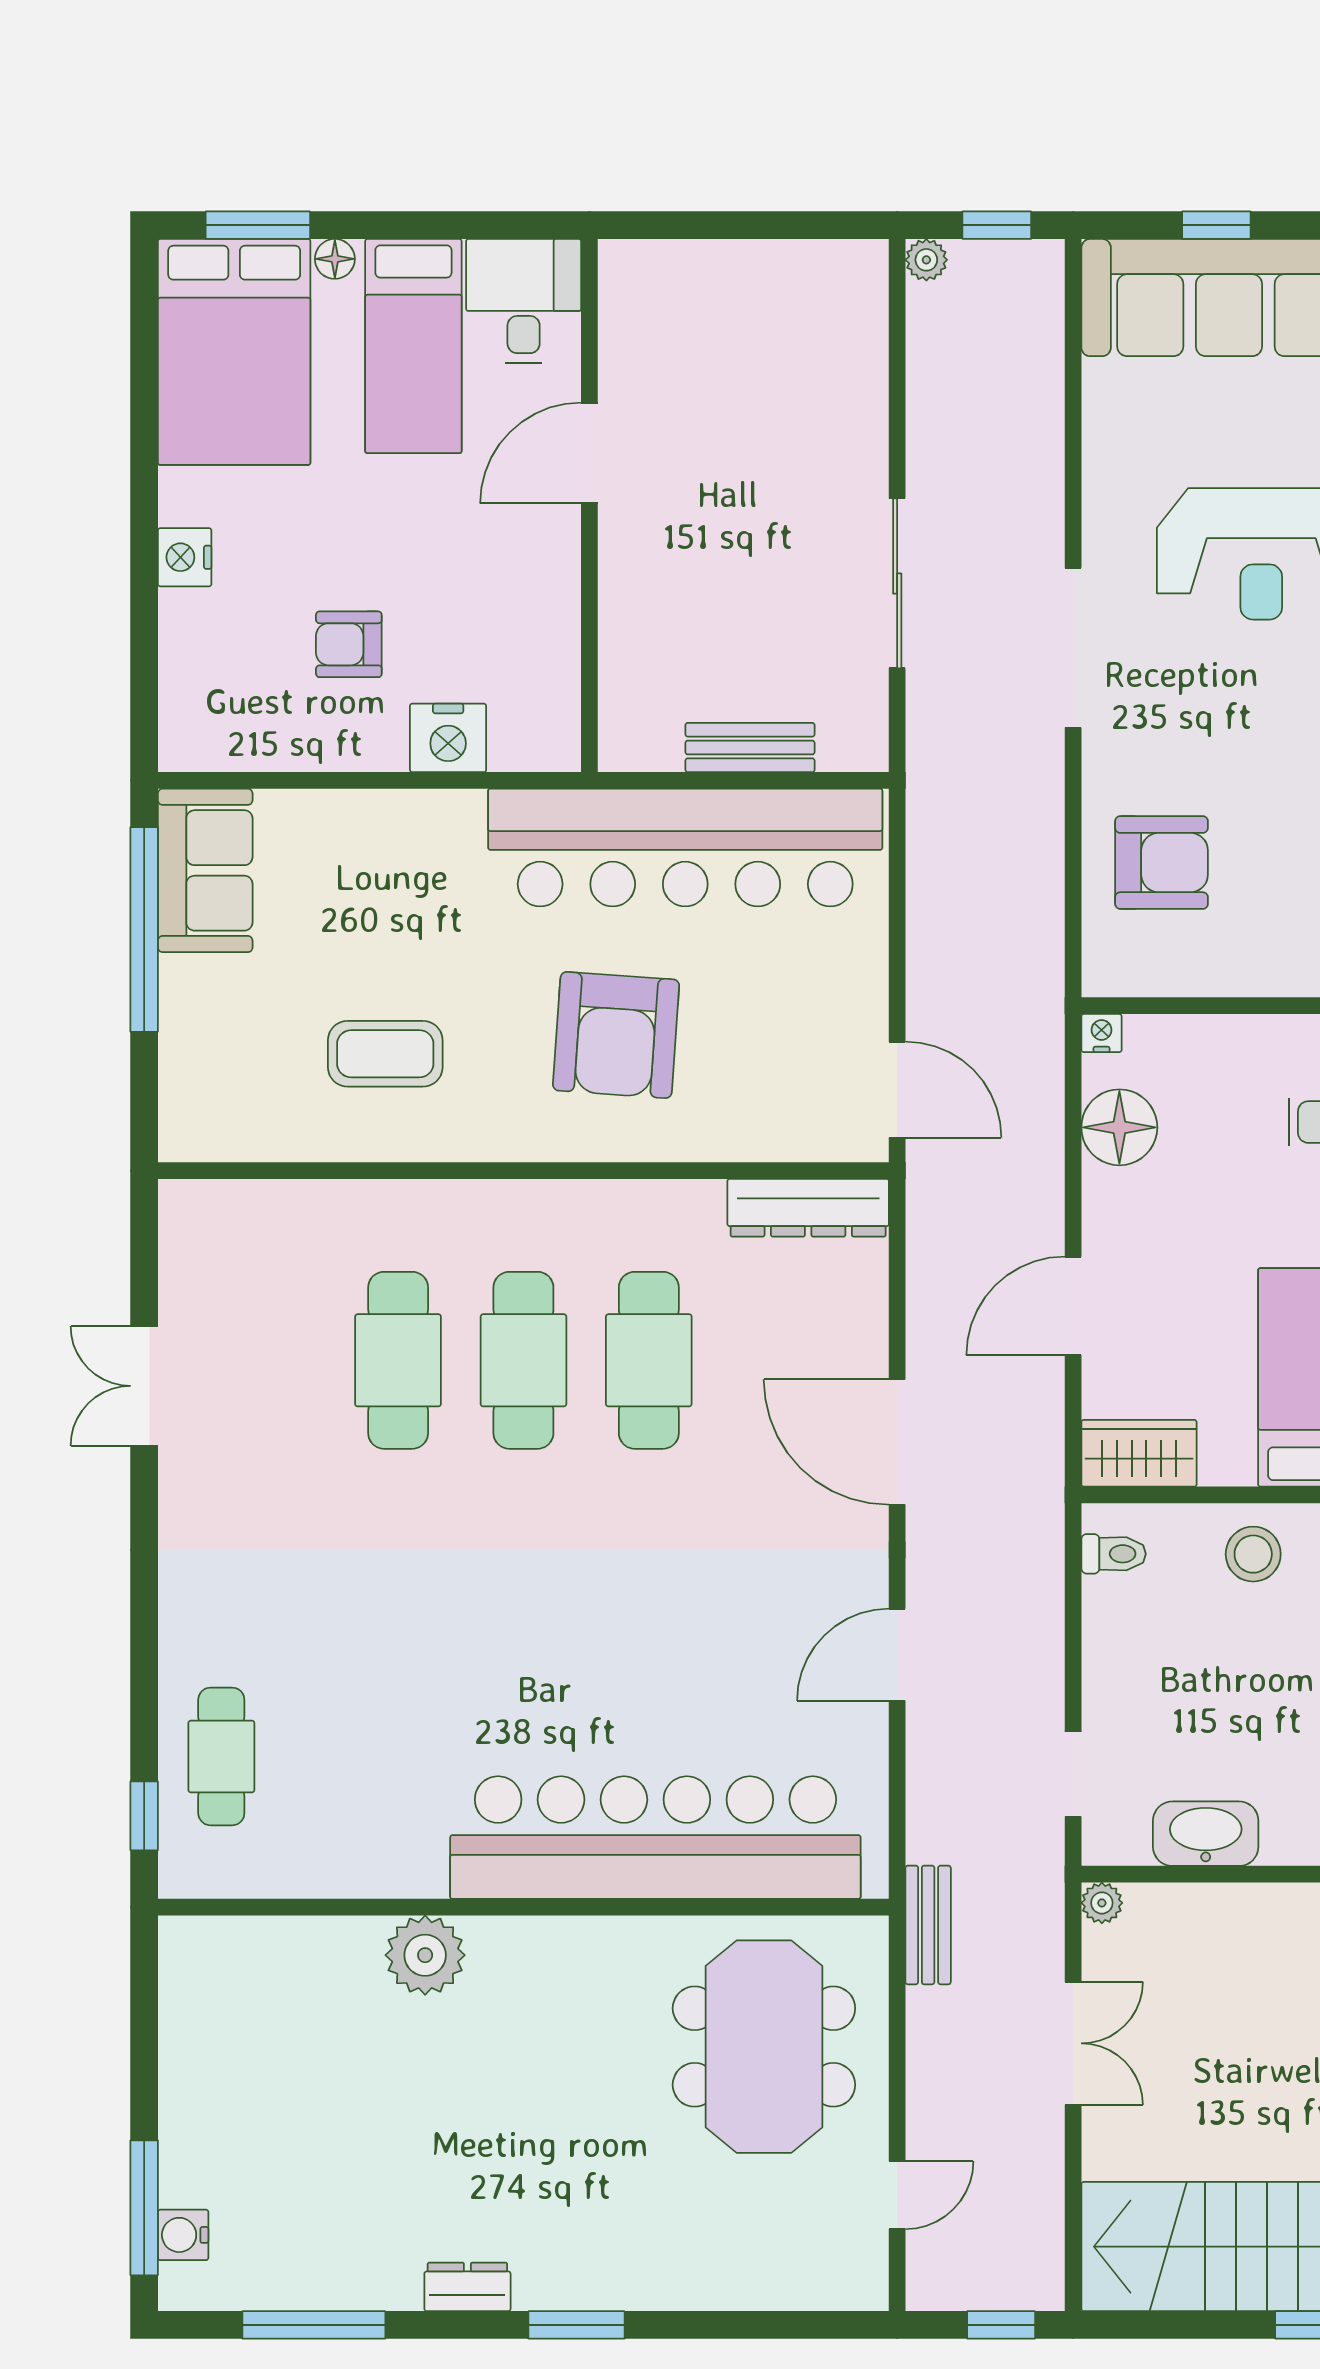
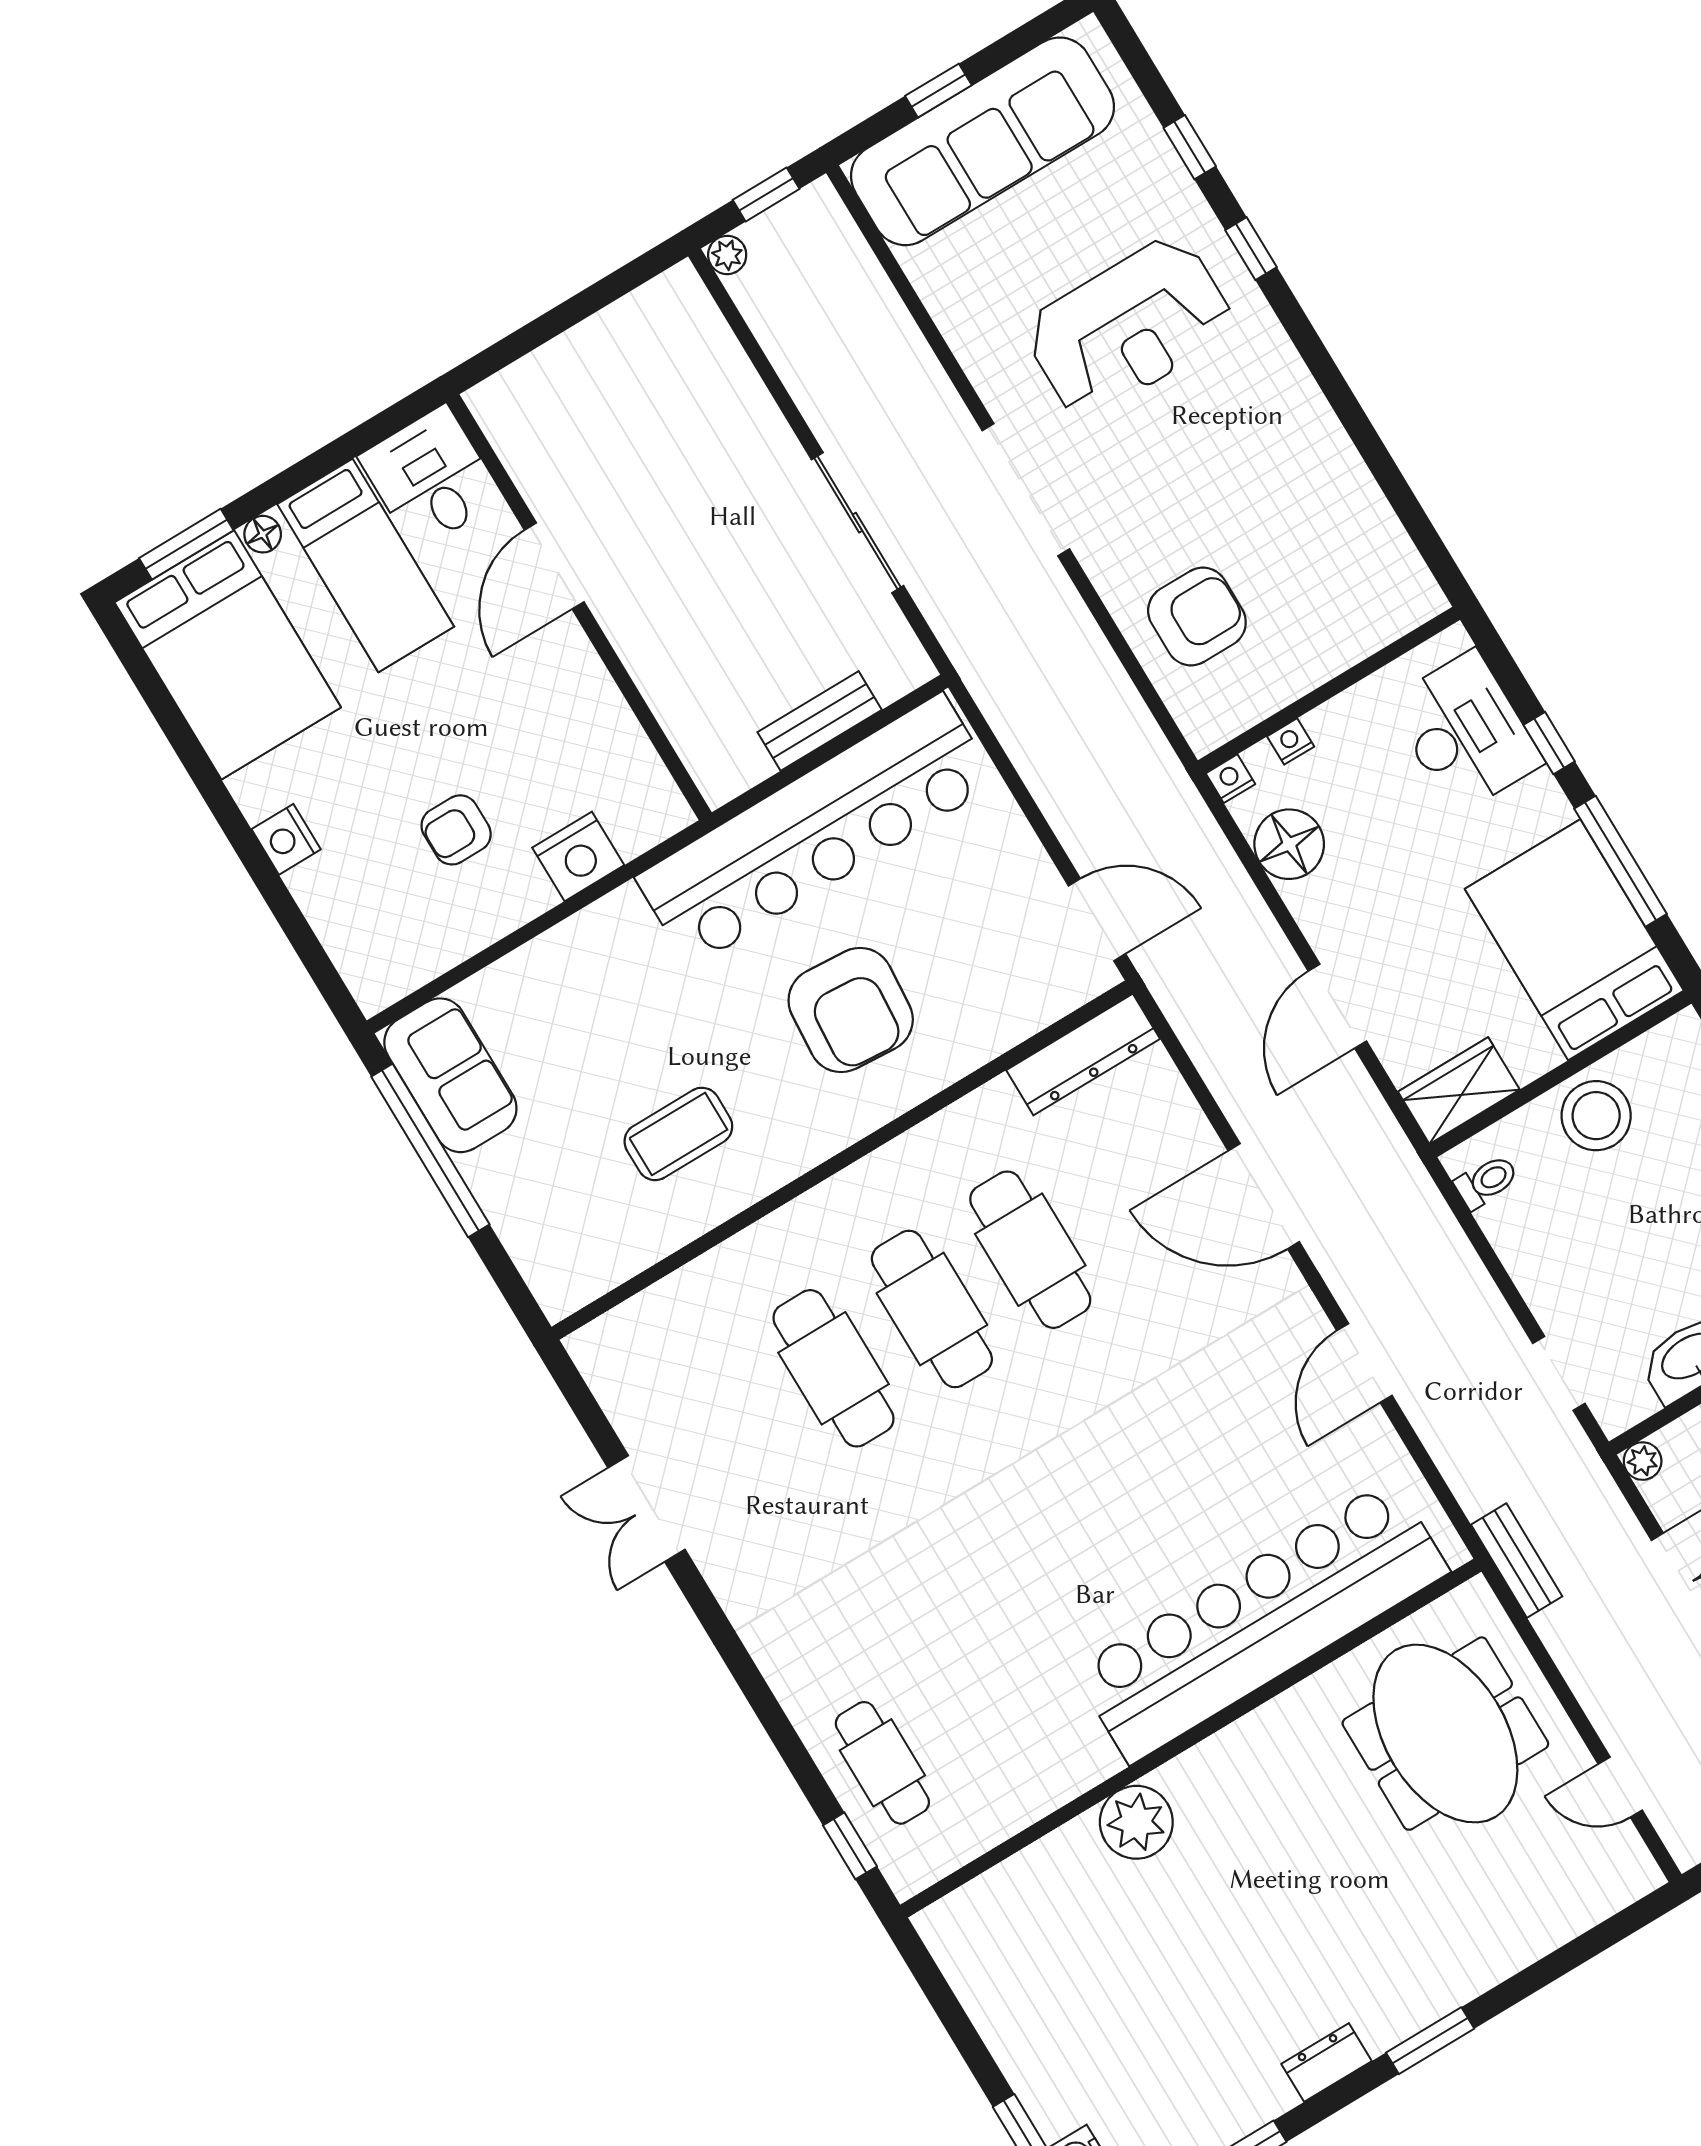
nightstand: (1179, 1032) -> (1291, 741), added
stool: (1253, 1554) -> (1596, 1116), width x1.38, depth x1.38
door: (897, 2195) -> (1620, 1787), swing flipped

